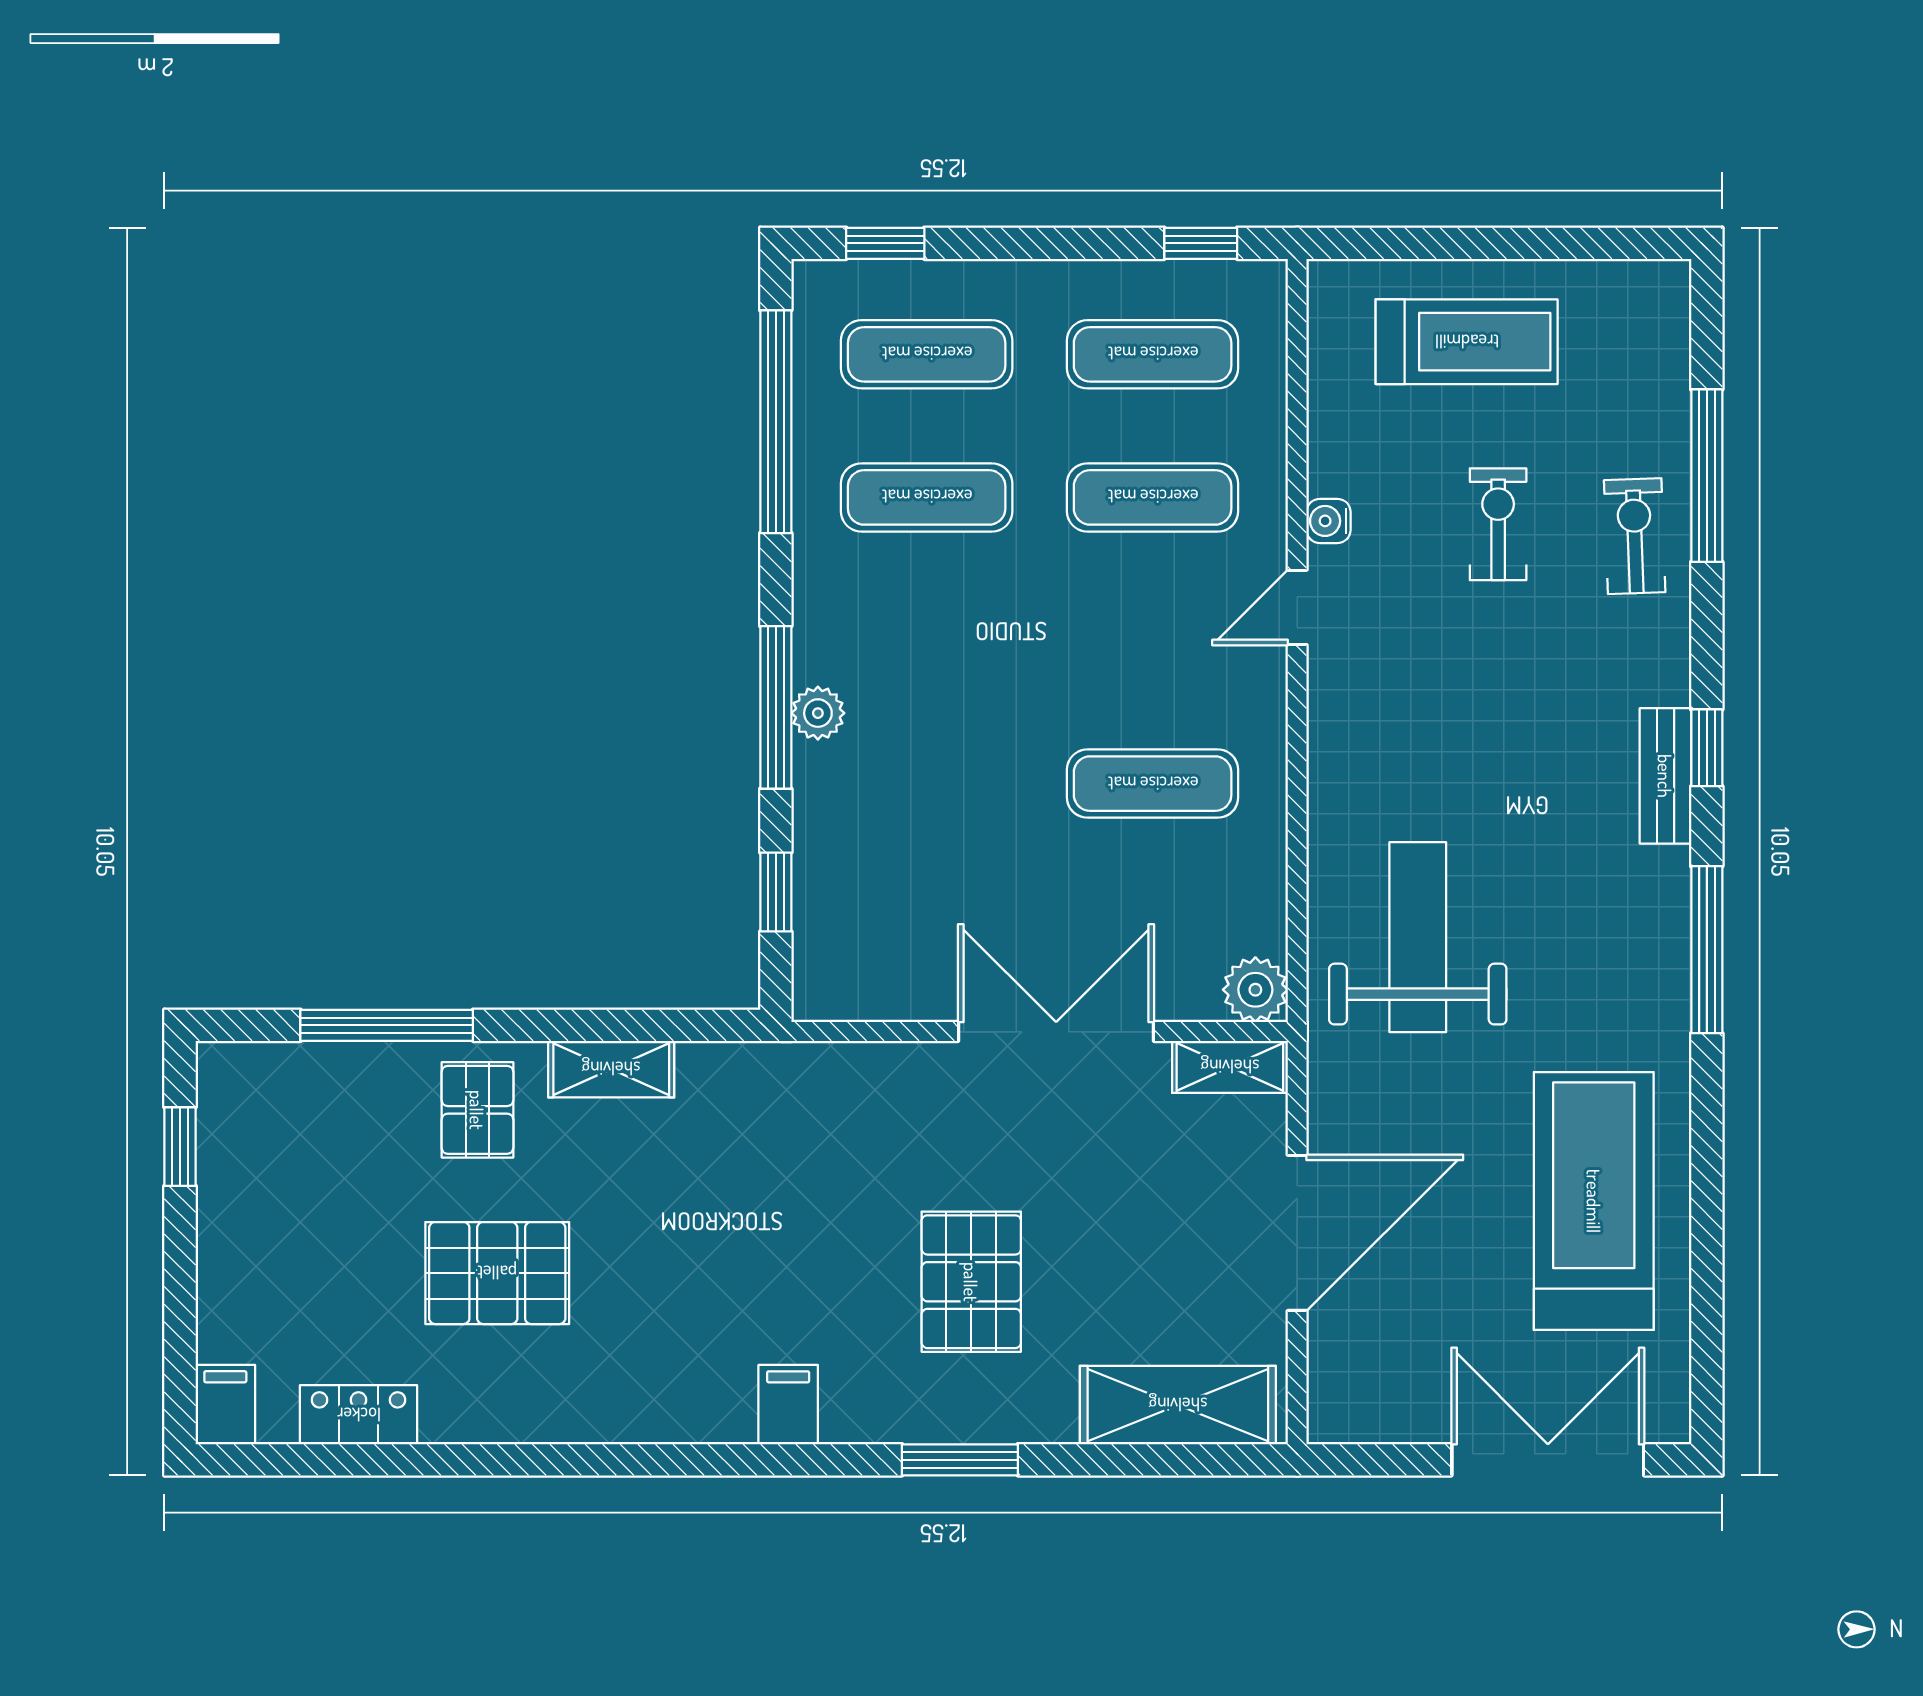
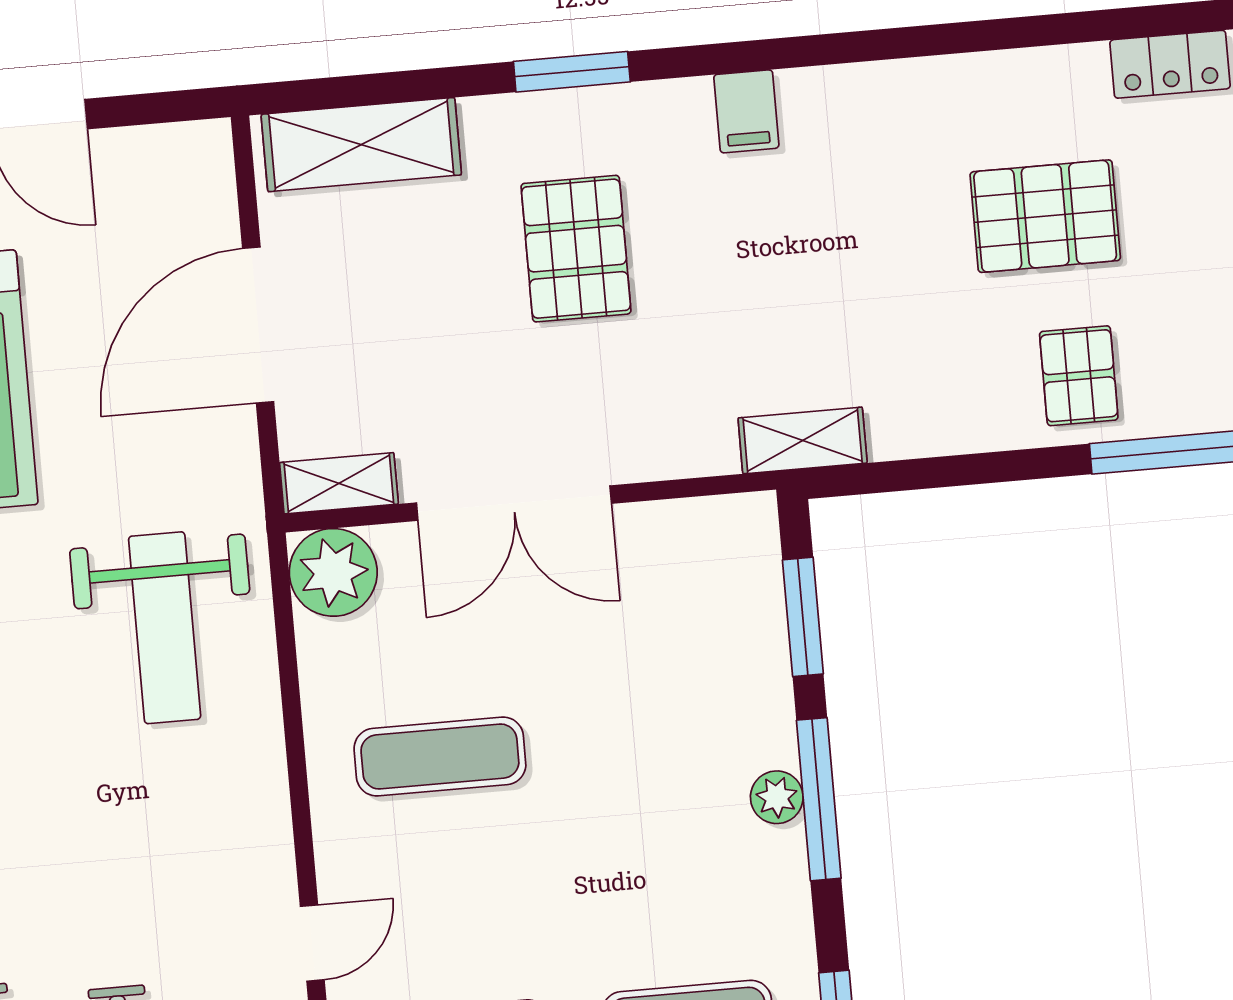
window: (776, 892) -> (803, 617), width x1.50
plant: (1255, 990) -> (333, 572), width x1.36, depth x1.36
shelving: (611, 1069) -> (803, 440), moved

